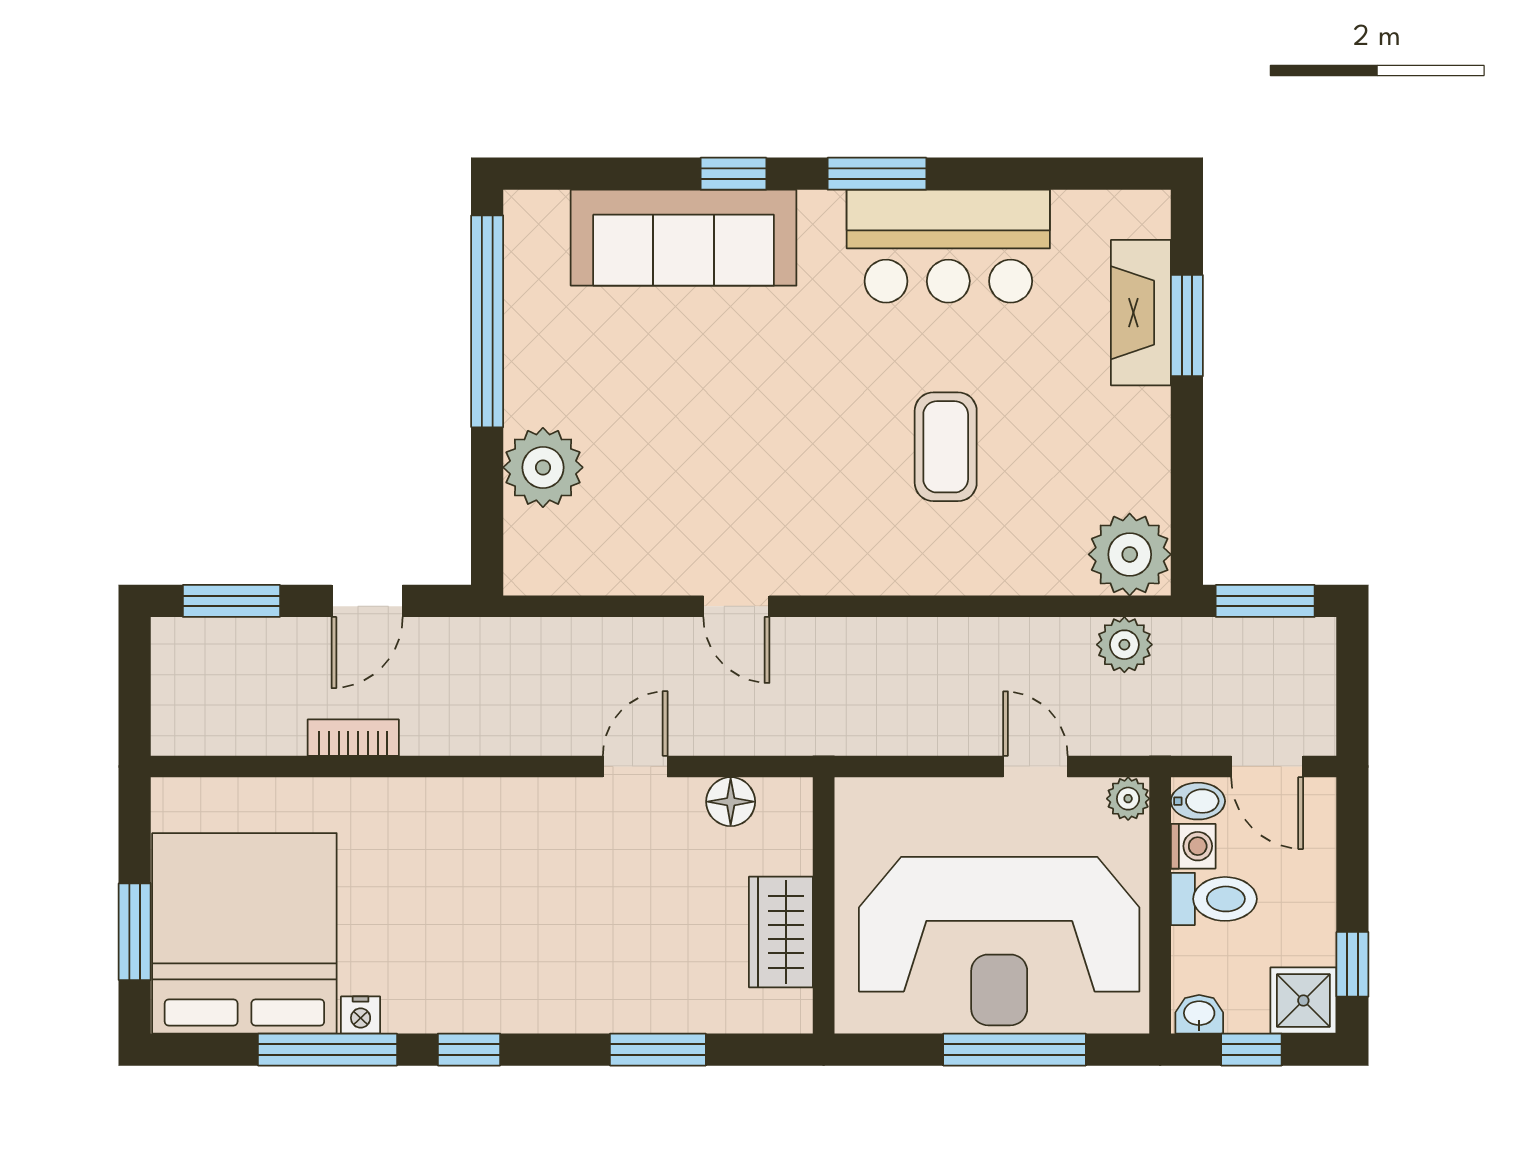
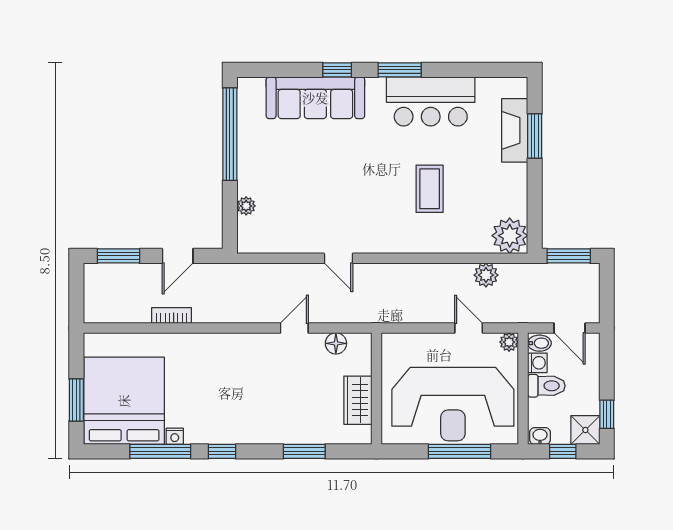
plant: (543, 467) -> (246, 206), width x0.53, depth x0.53
plant: (1124, 645) -> (486, 275), moved

